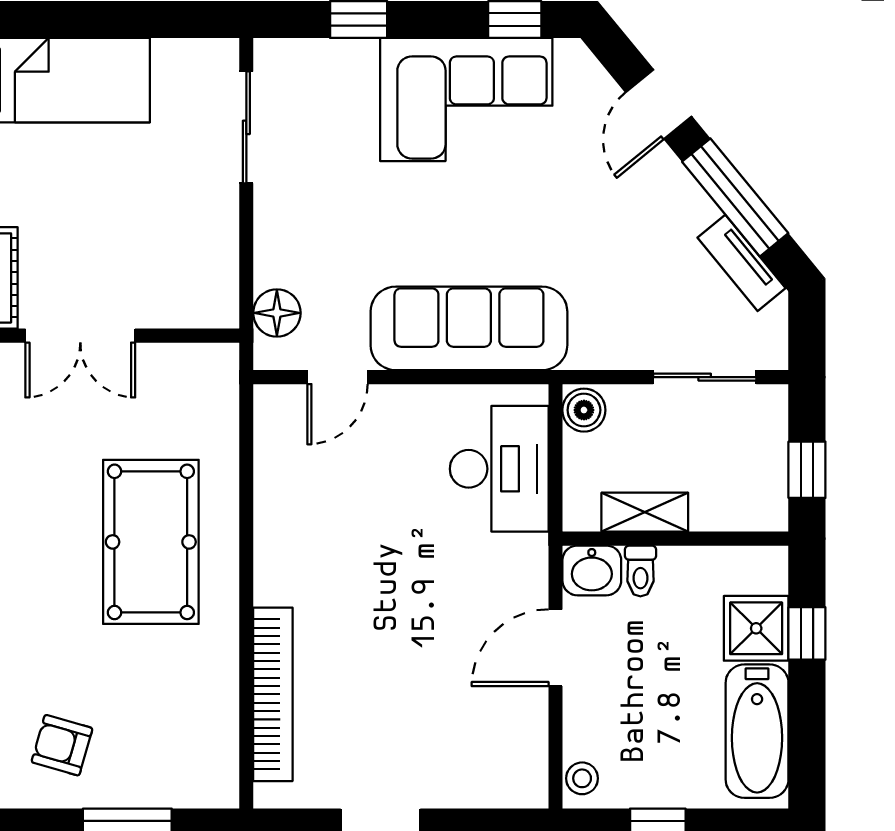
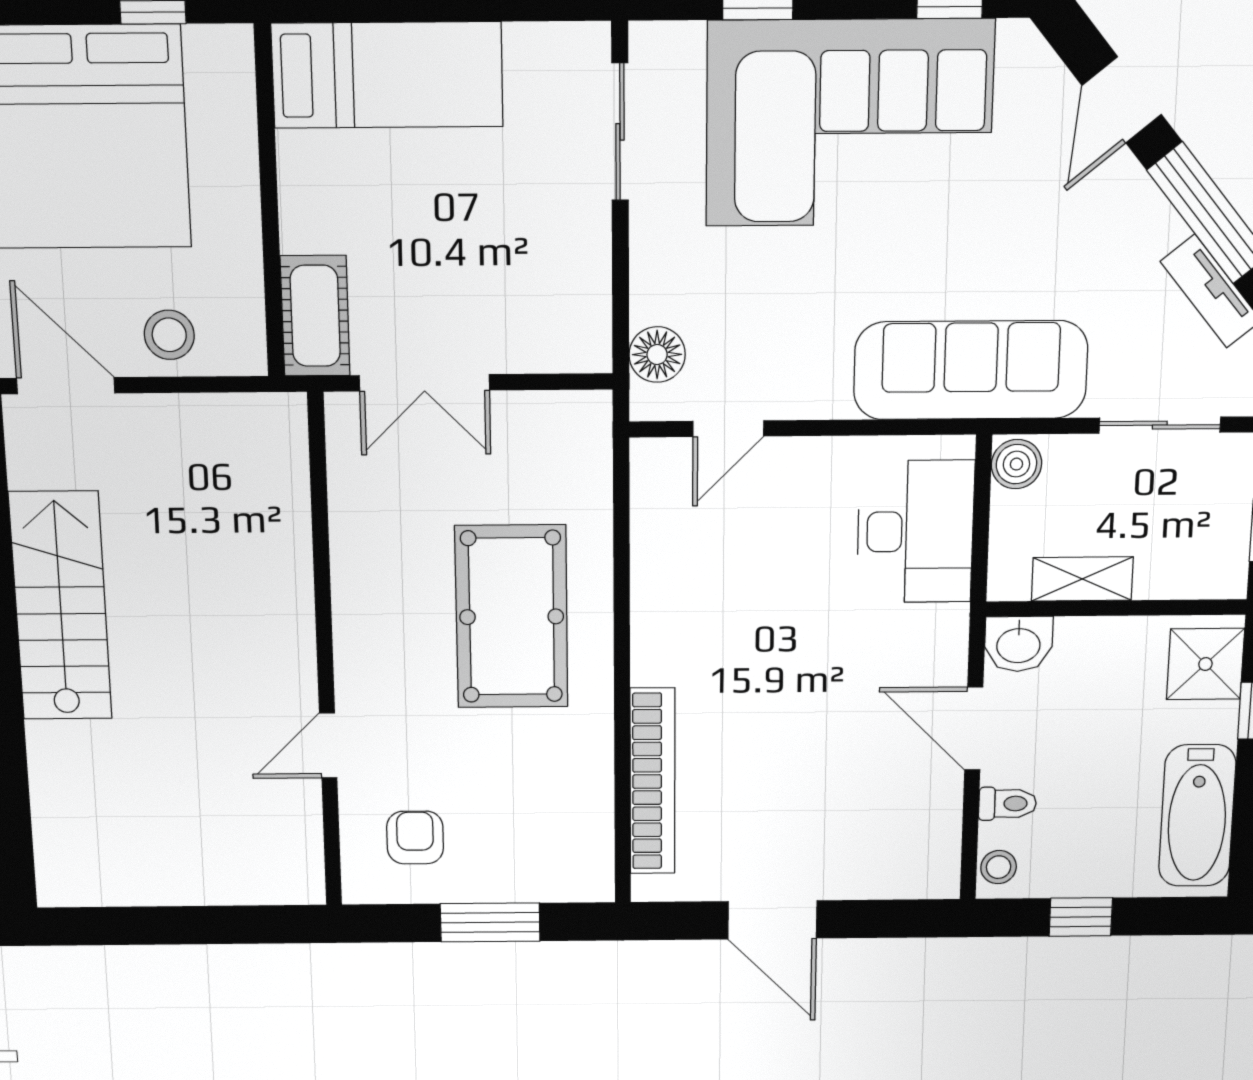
corner sofa: (466, 99) -> (849, 123), width x1.36, depth x1.36
sofa: (469, 328) -> (971, 370), moved
toilet: (640, 571) -> (1007, 804), moved, turned -90
shower: (756, 628) -> (1205, 664), moved
door: (555, 648) -> (974, 729), hinge flipped
armchair: (62, 745) -> (415, 838), turned 74

